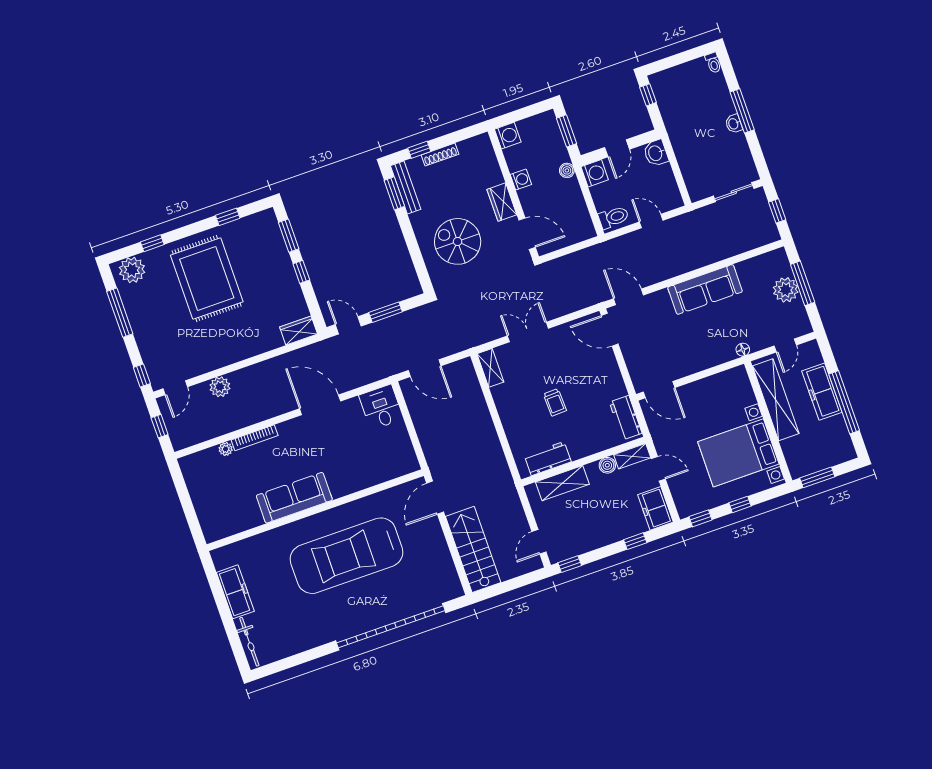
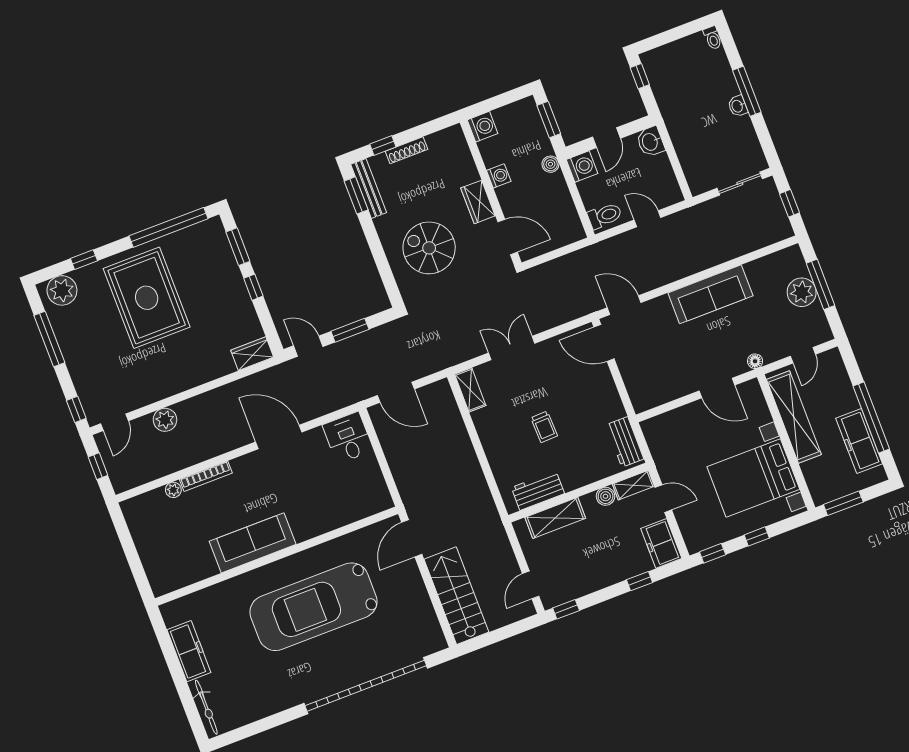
window: (228, 217) -> (169, 227), width x3.17
door: (659, 390) -> (717, 388), moved
freezer: (822, 392) -> (859, 441), moved

